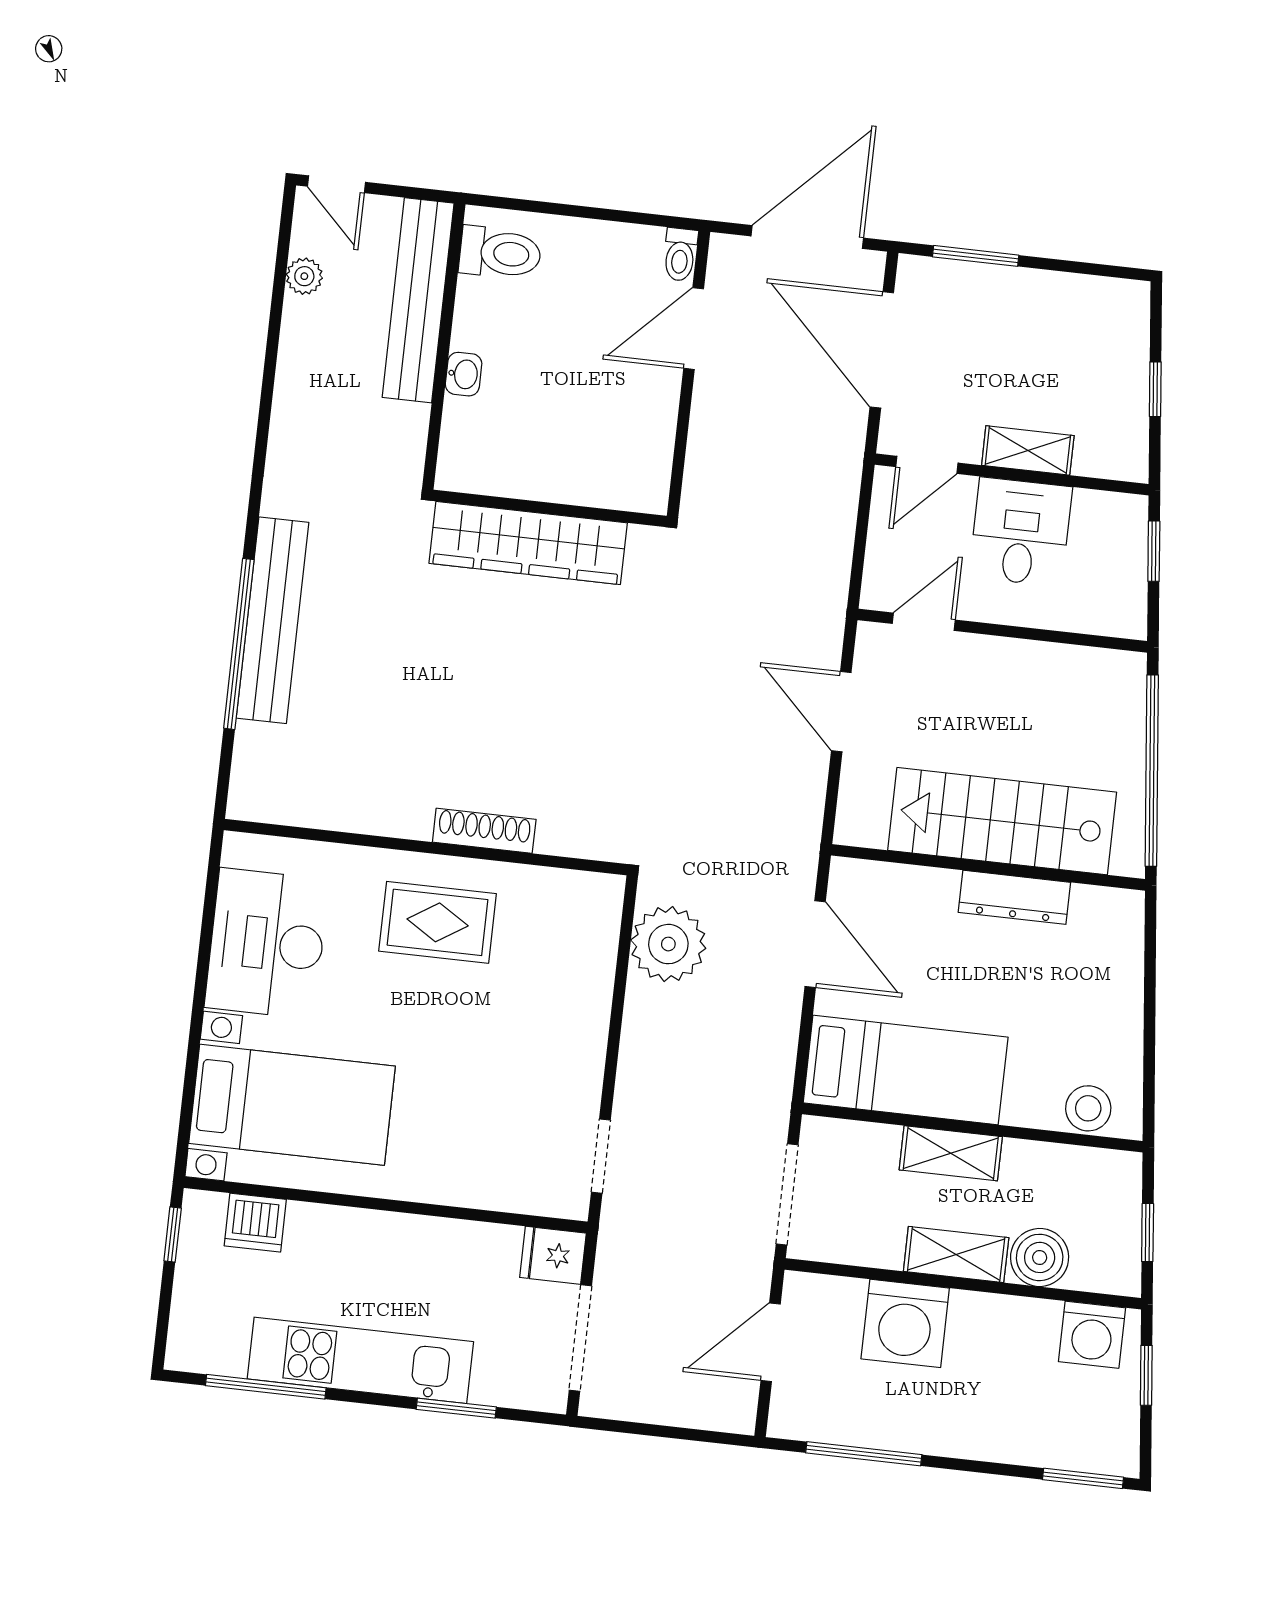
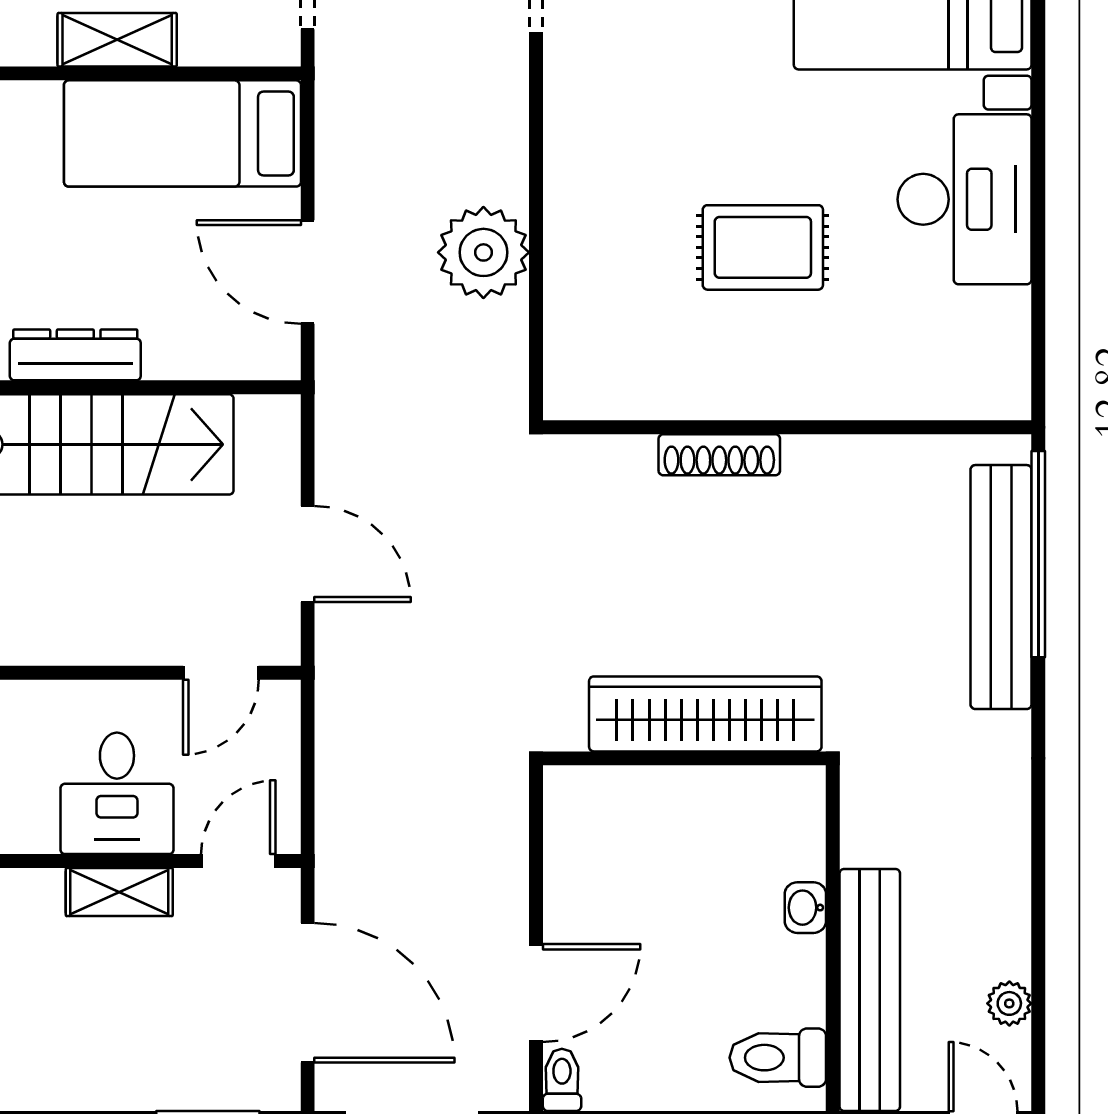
shoe rack: (484, 831) -> (719, 455), moved
wall: (426, 847) -> (787, 427), moved

